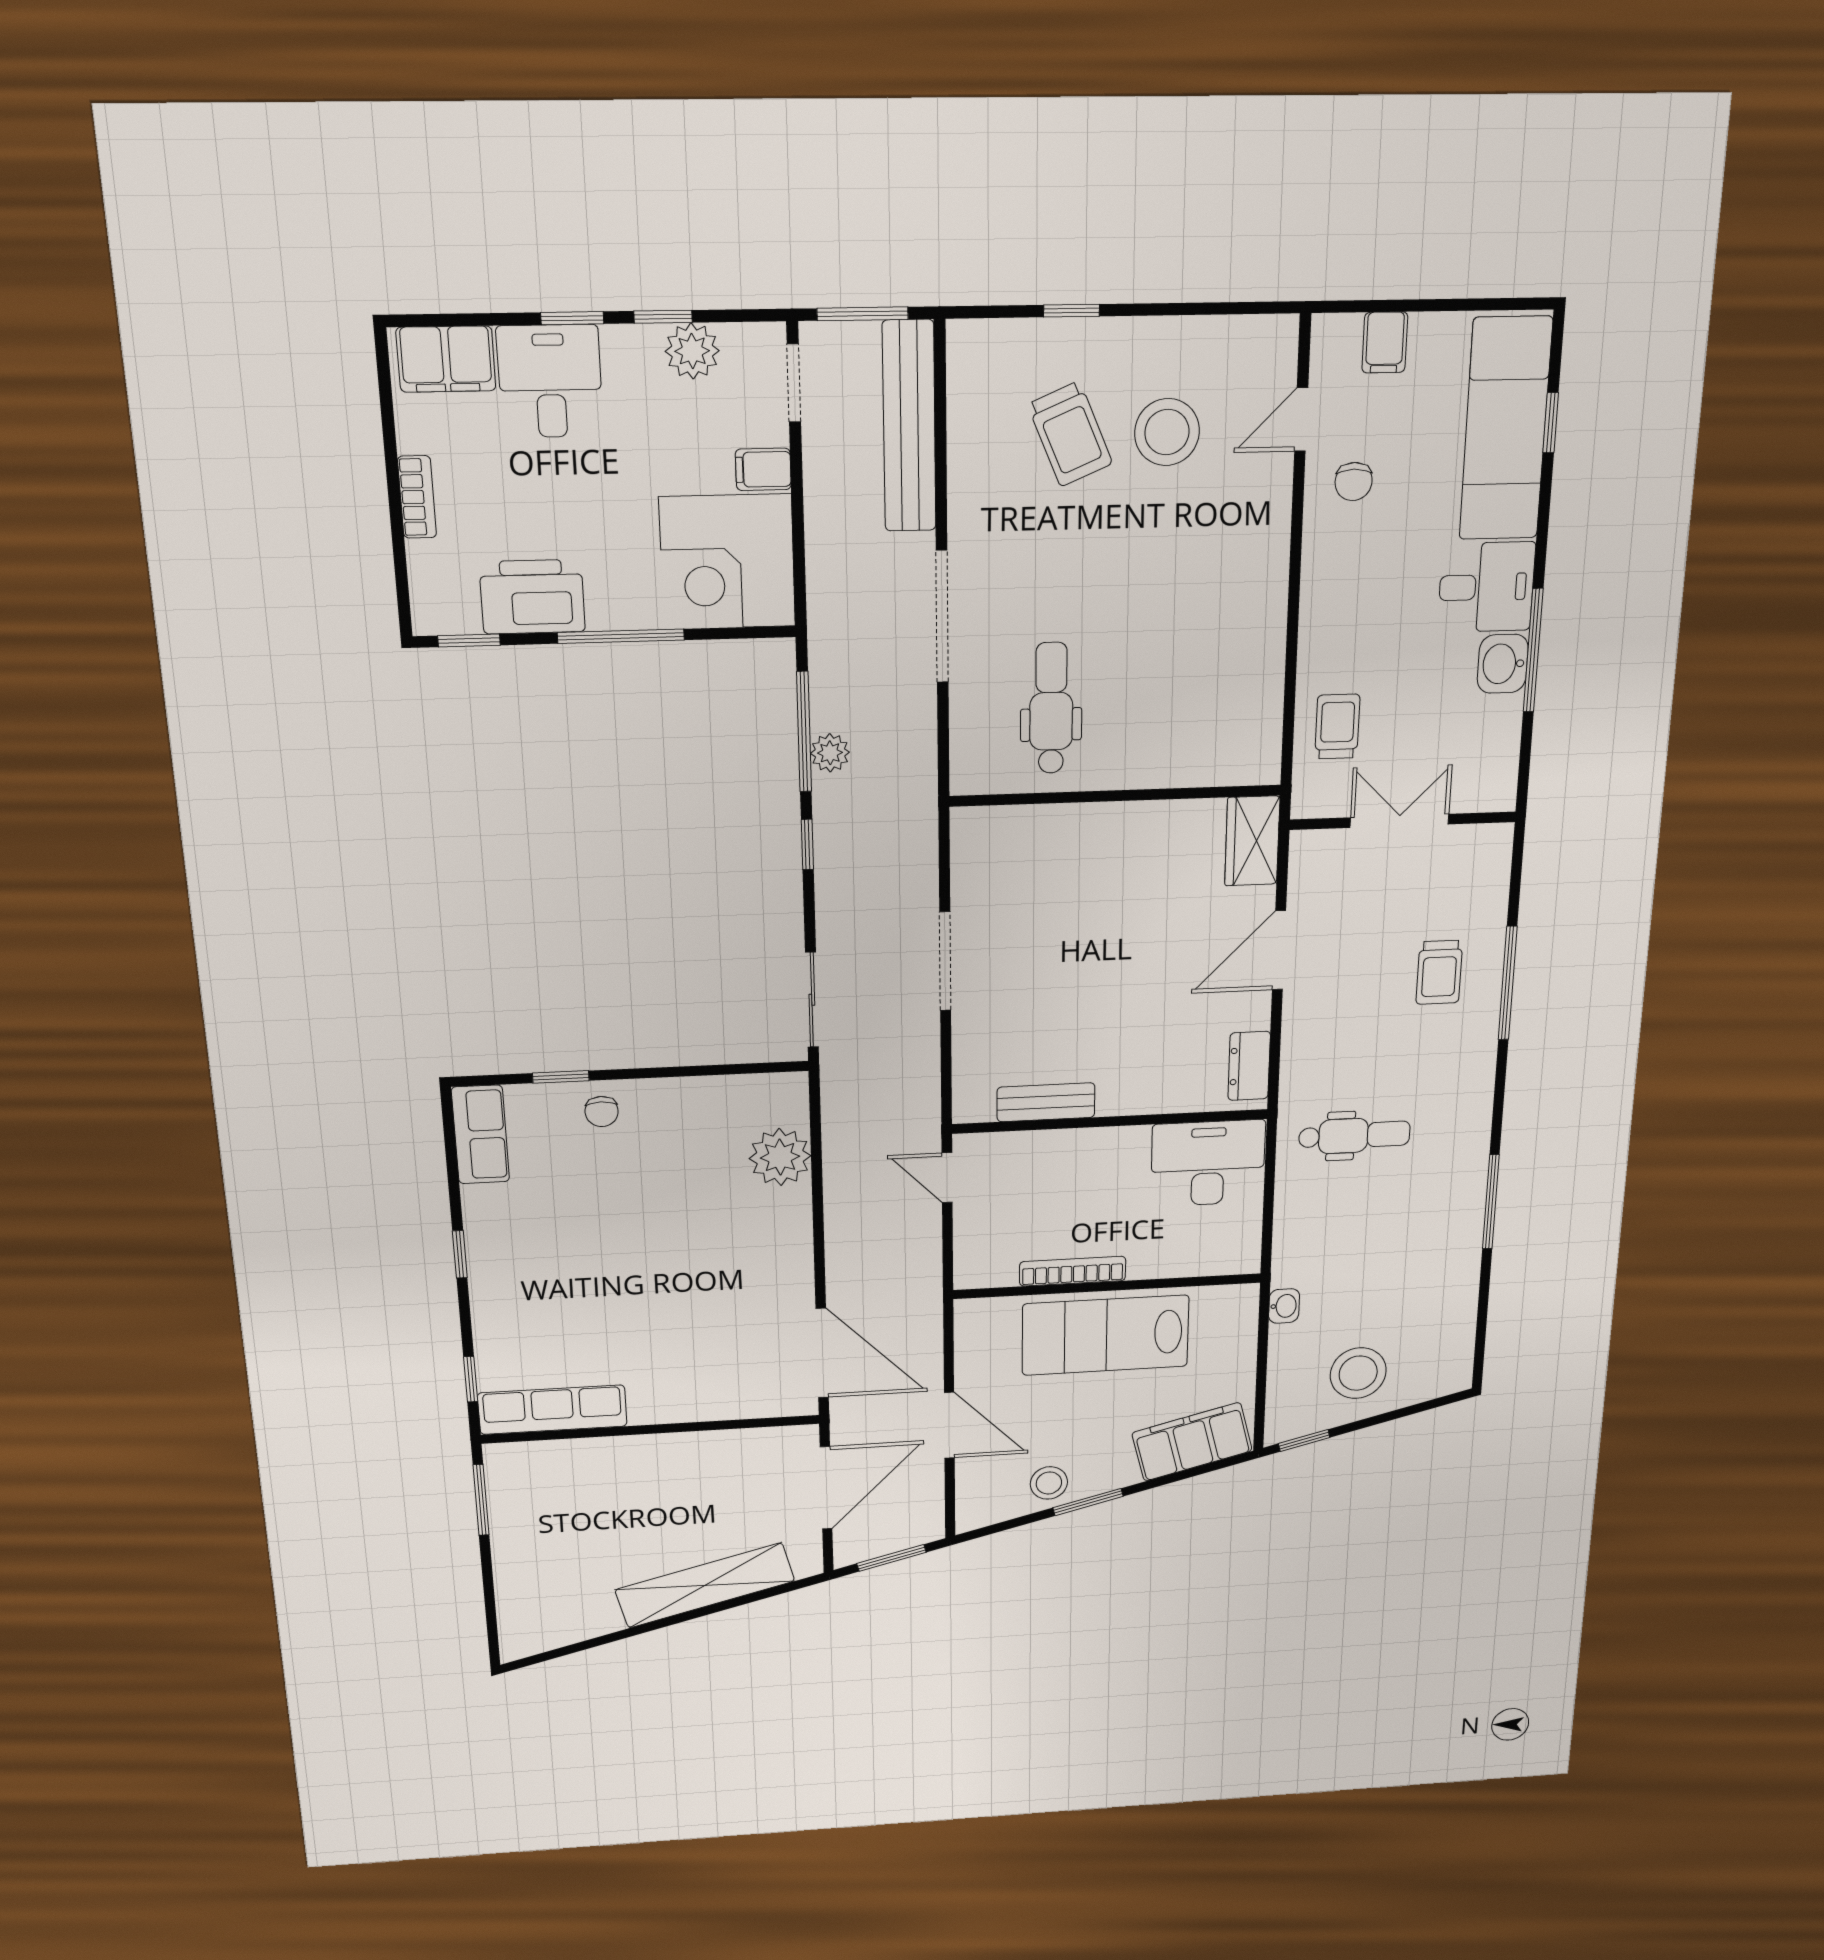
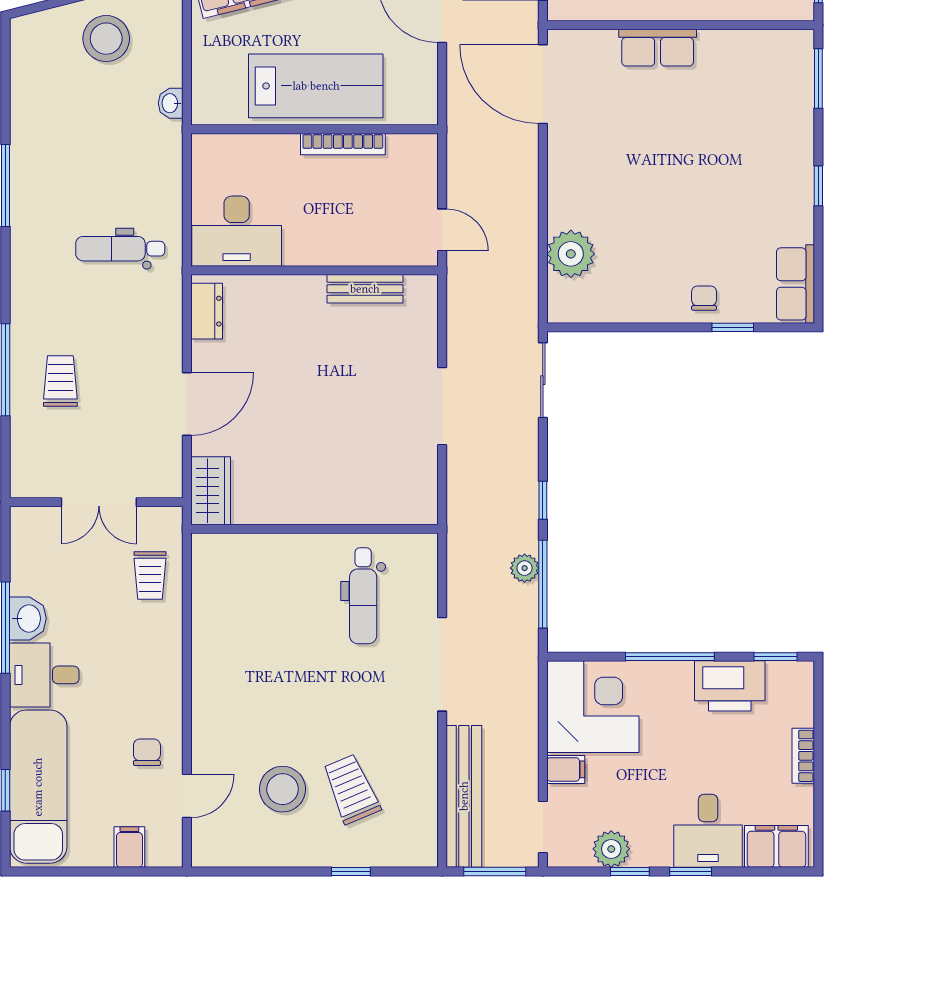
window: (471, 1379) -> (818, 79), width x1.50
row of seats: (552, 1410) -> (658, 48), moved, width x0.68

